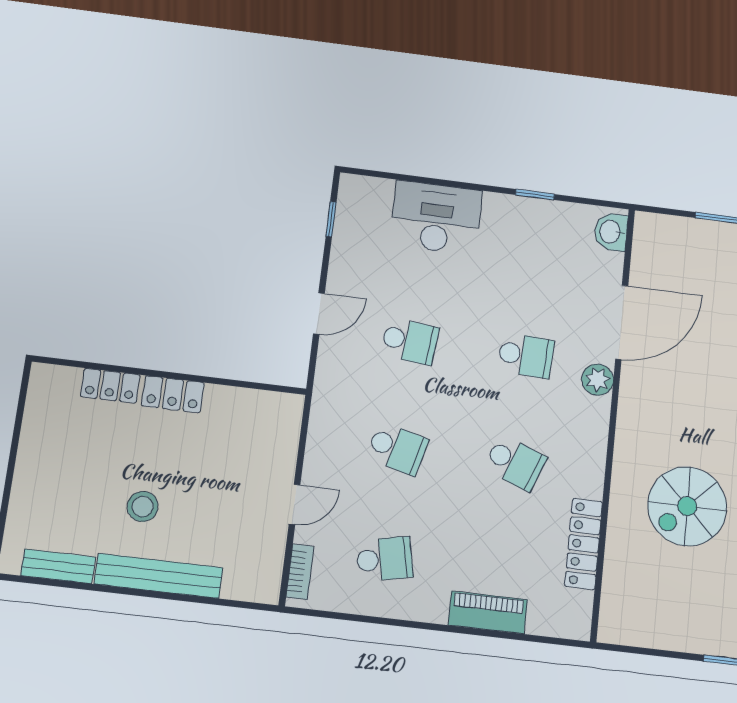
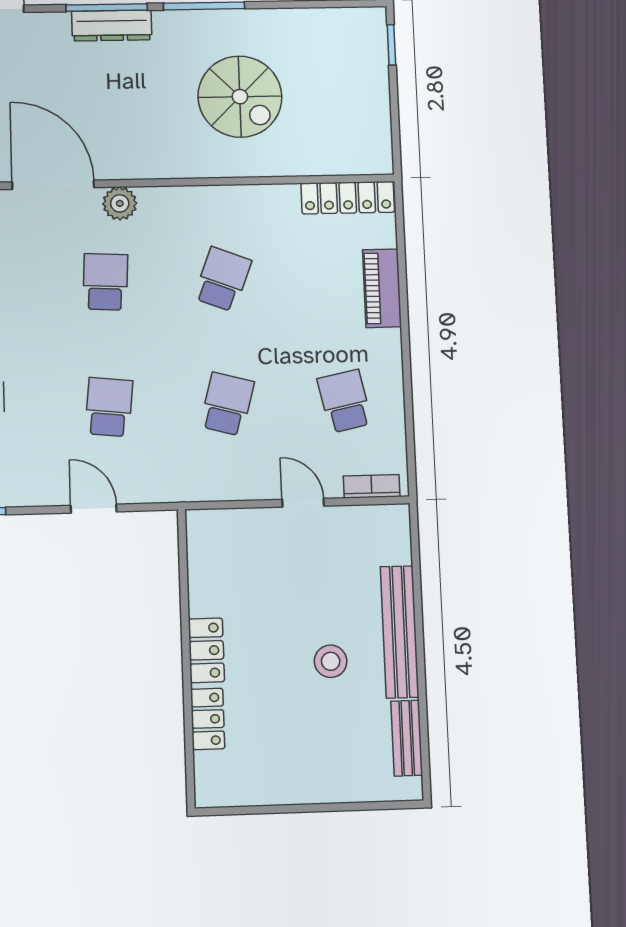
locker: (584, 544) -> (348, 198), moved

